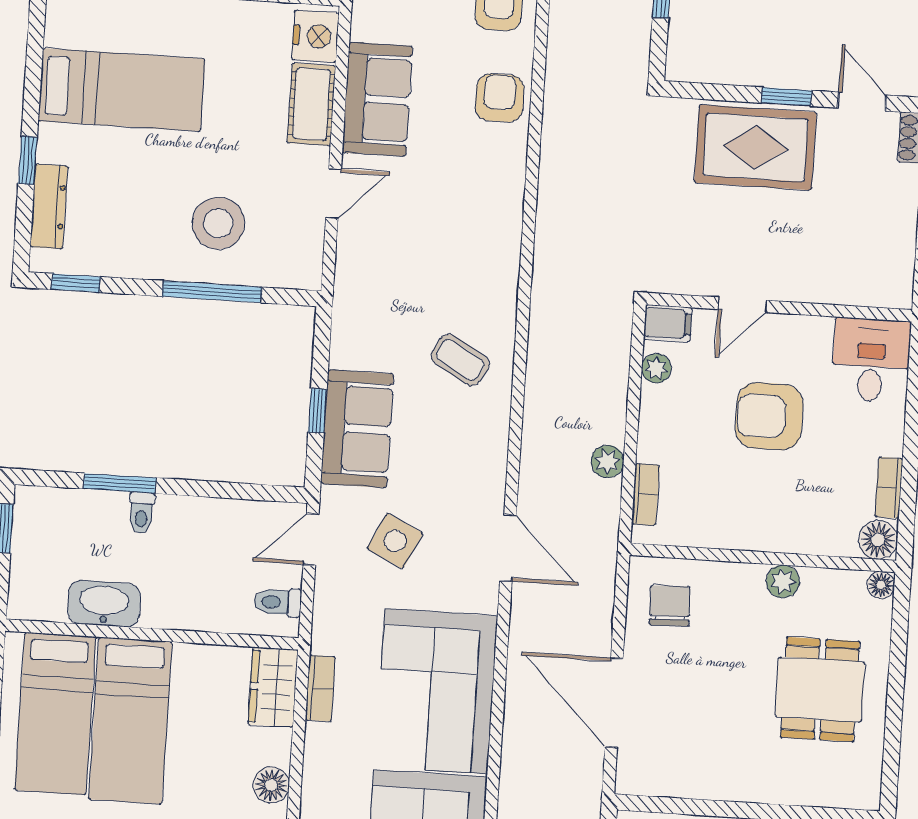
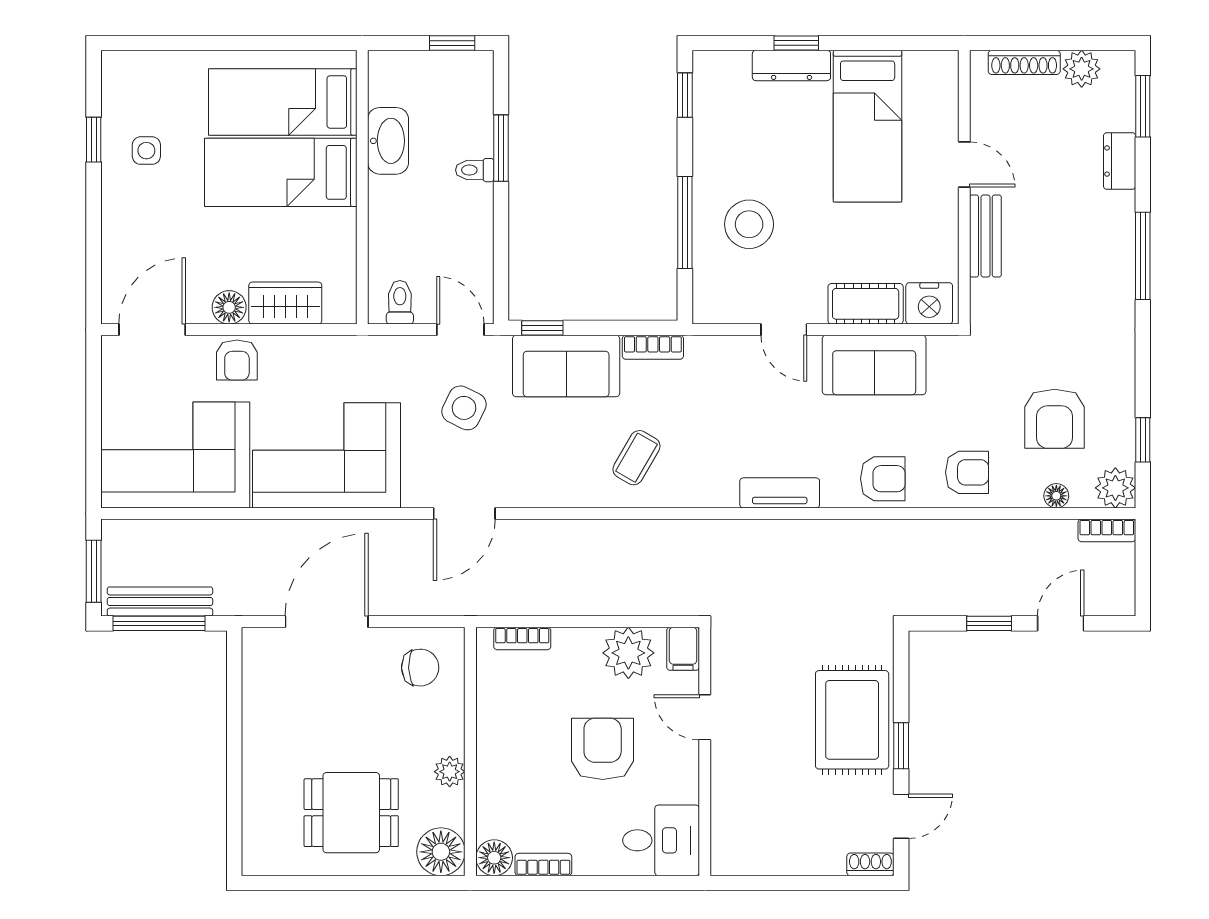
dresser: (49, 206) -> (791, 65), moved
tv unit: (508, 209) -> (780, 493), added
plant: (656, 368) -> (628, 653), width x1.88, depth x1.88
window: (317, 411) -> (542, 328), moved
plant: (607, 461) -> (551, 601), removed
floor lamp: (881, 585) -> (441, 852), width x1.89, depth x1.89
wardrobe: (273, 687) -> (285, 303), moved
bookcase: (320, 688) -> (653, 347), moved
armchair: (328, 780) -> (237, 360), added

